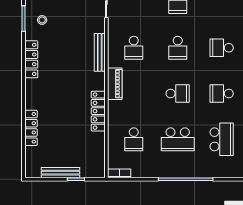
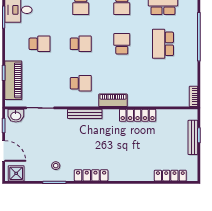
locker: (31, 128) -> (170, 176), moved
school desk: (134, 139) -> (163, 83), removed
school desk: (178, 139) -> (163, 44), turned 180
bench: (61, 173) -> (193, 137), moved

